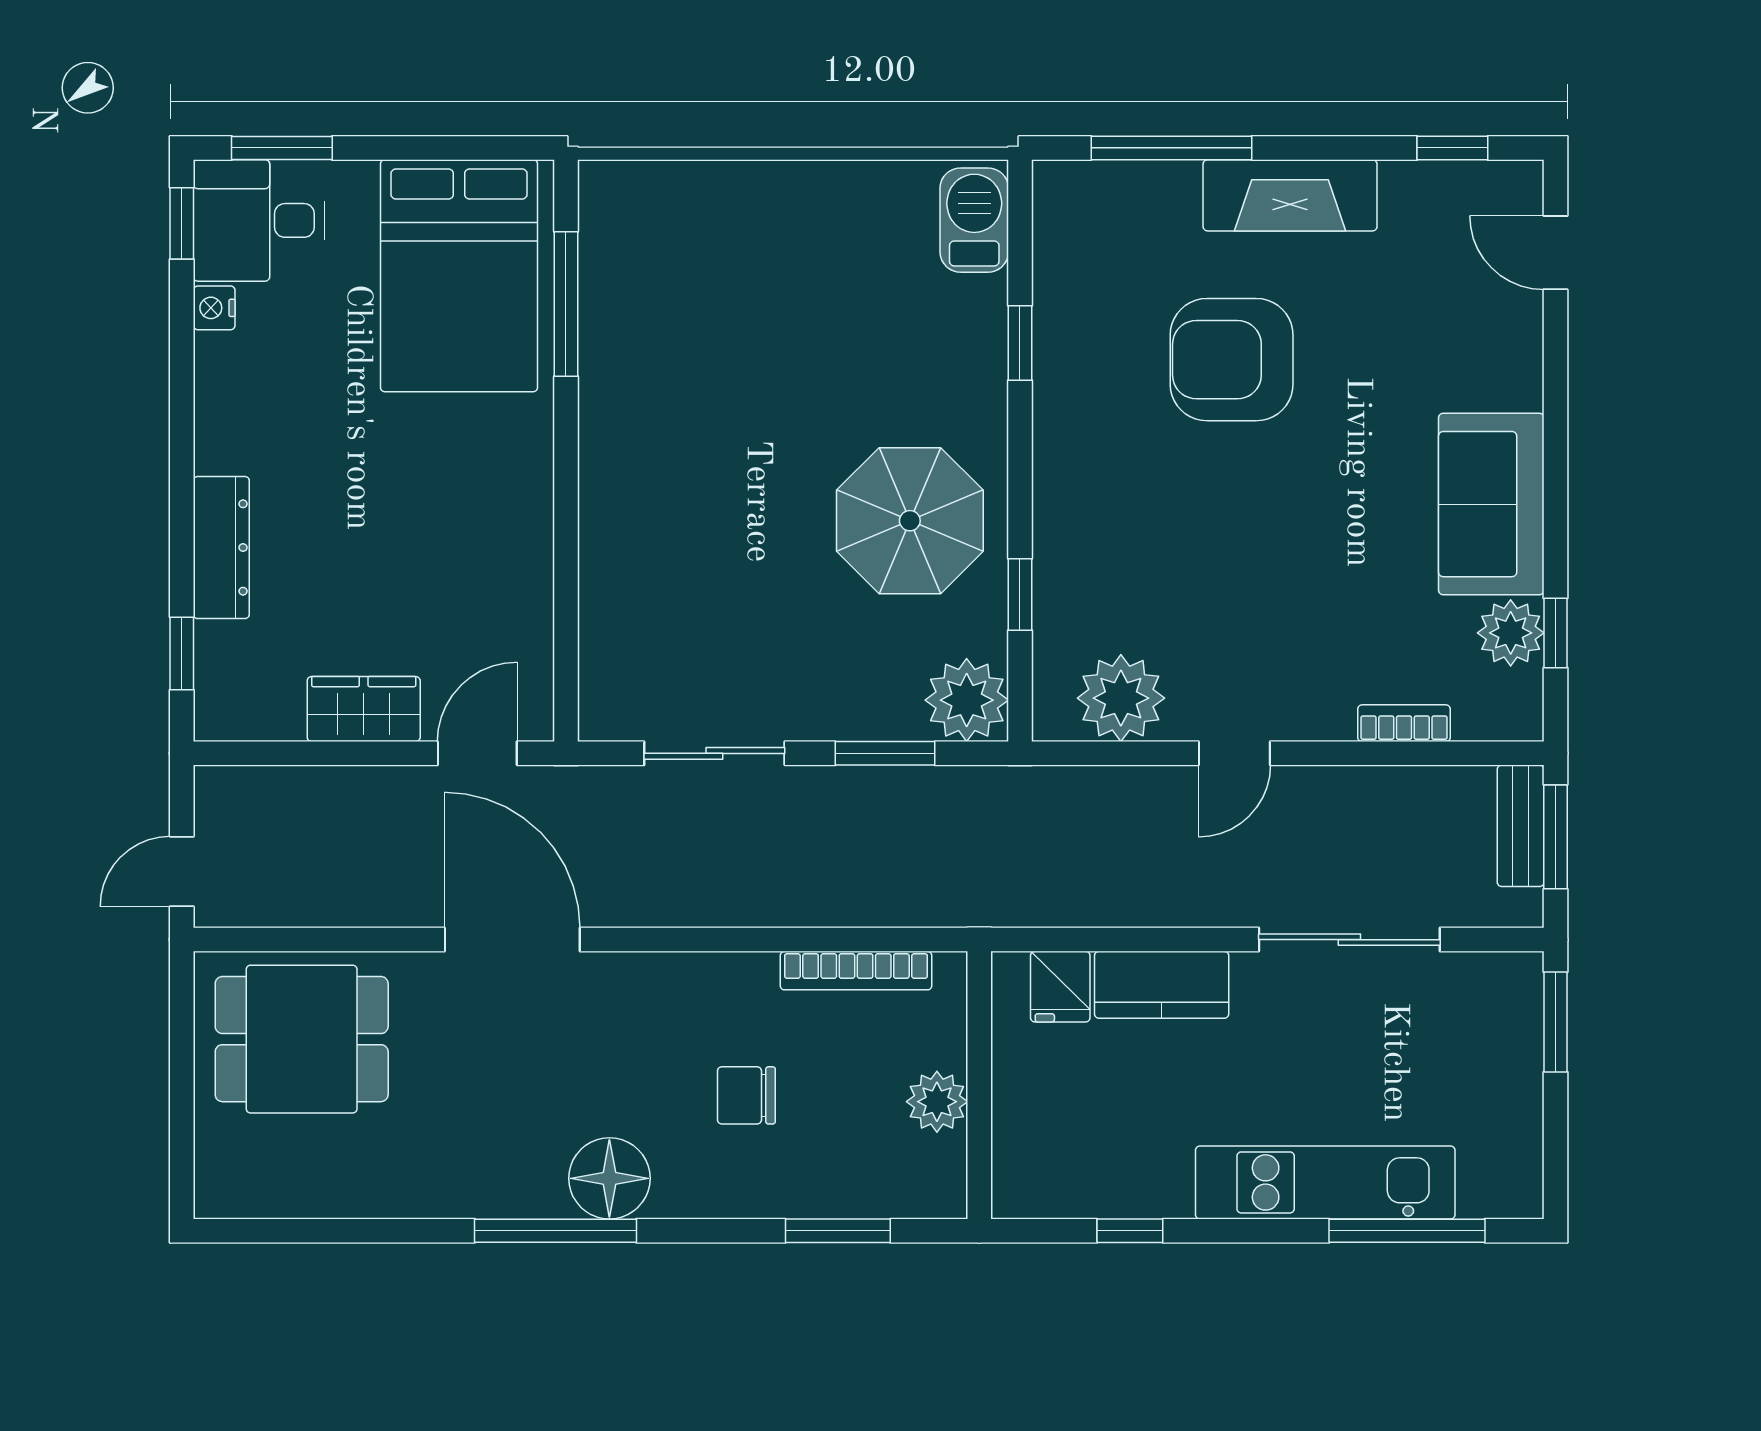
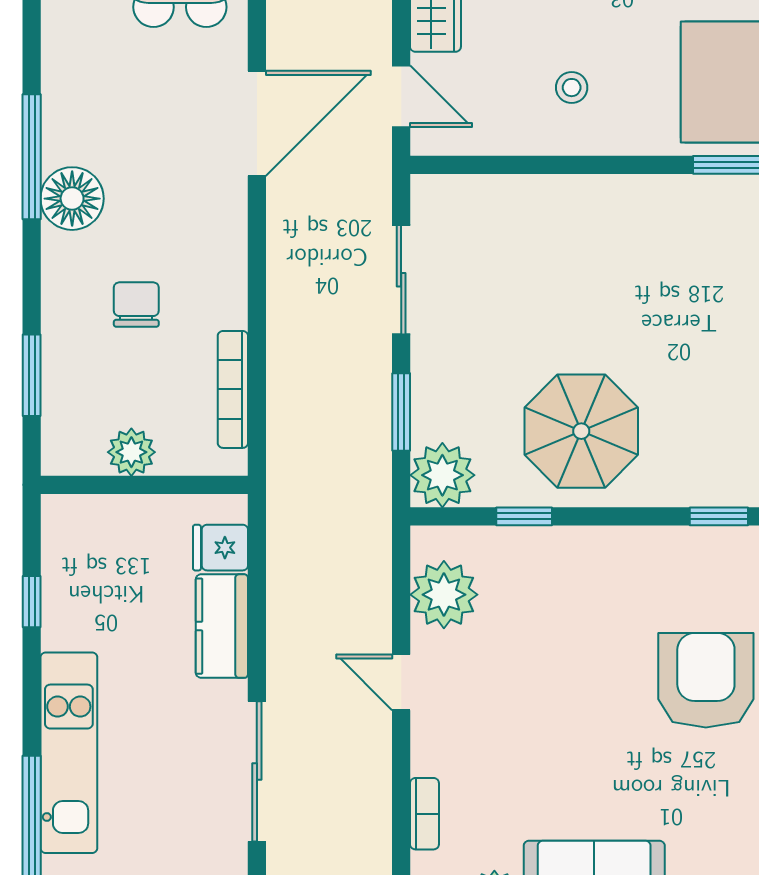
stool: (466, 533) -> (572, 88), added

